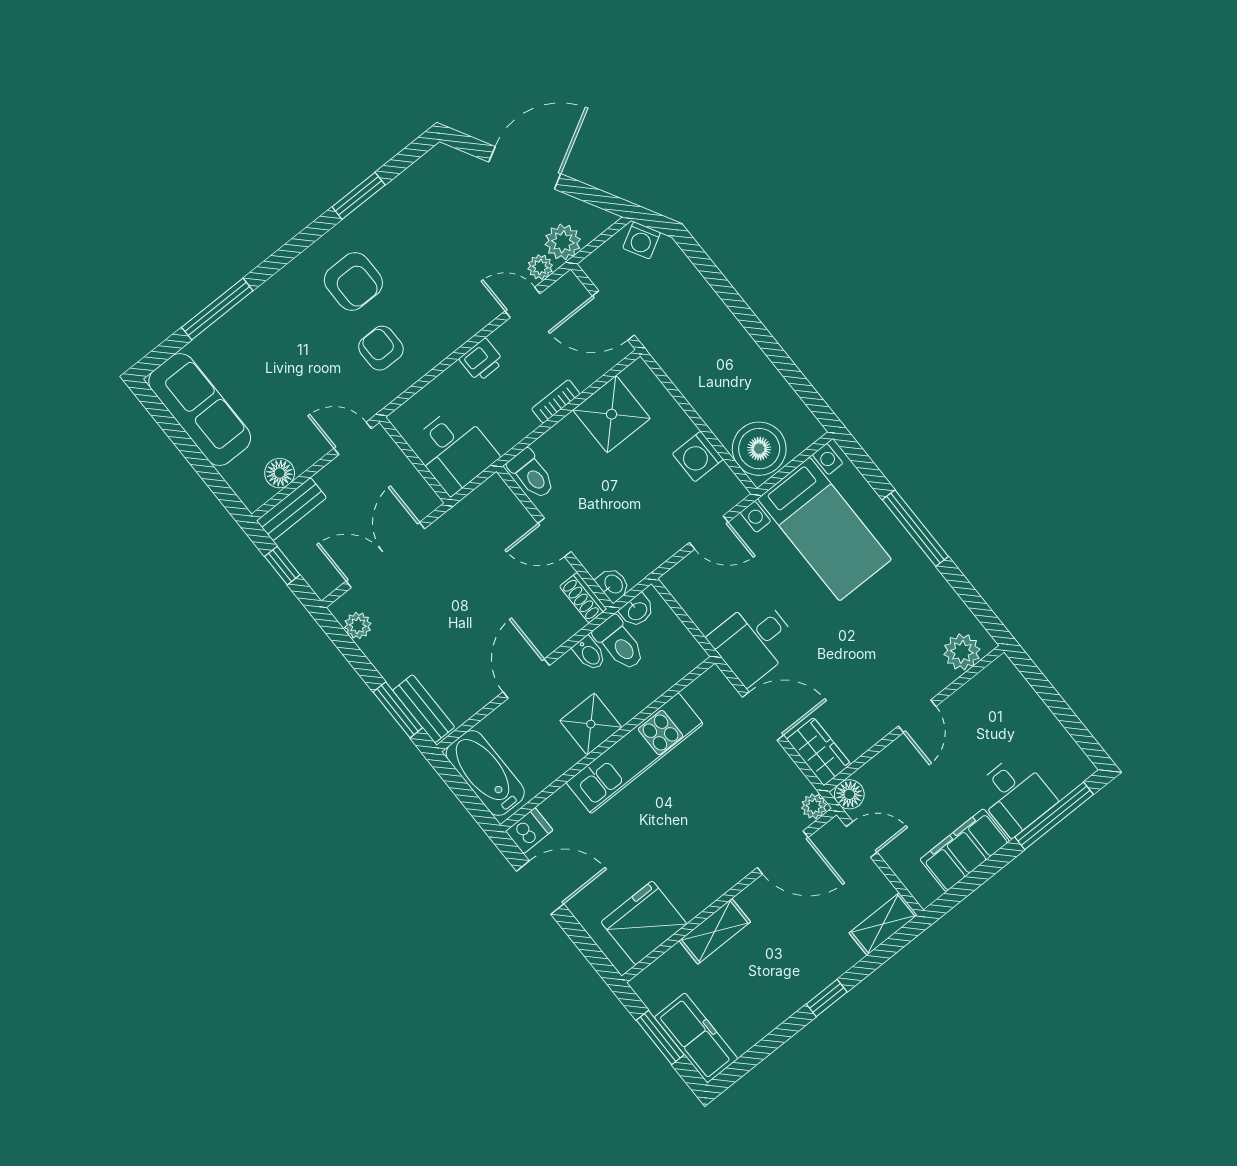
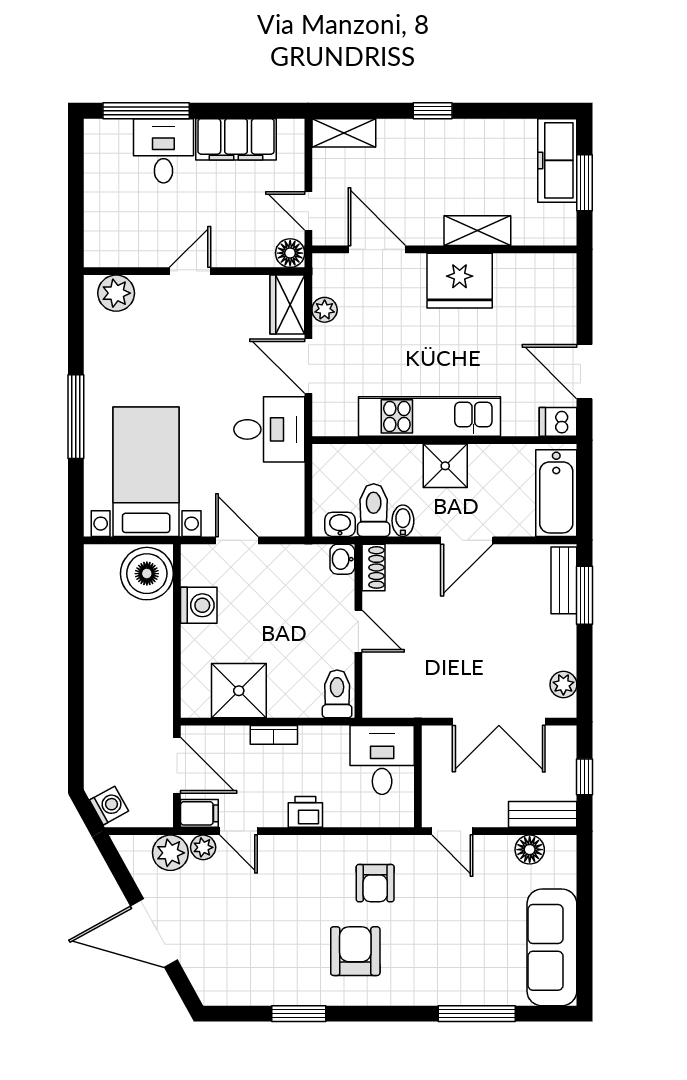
filing cabinet: (565, 292) -> (199, 813), added
plant: (814, 806) -> (325, 310), moved
fridge: (644, 923) -> (460, 281), moved

